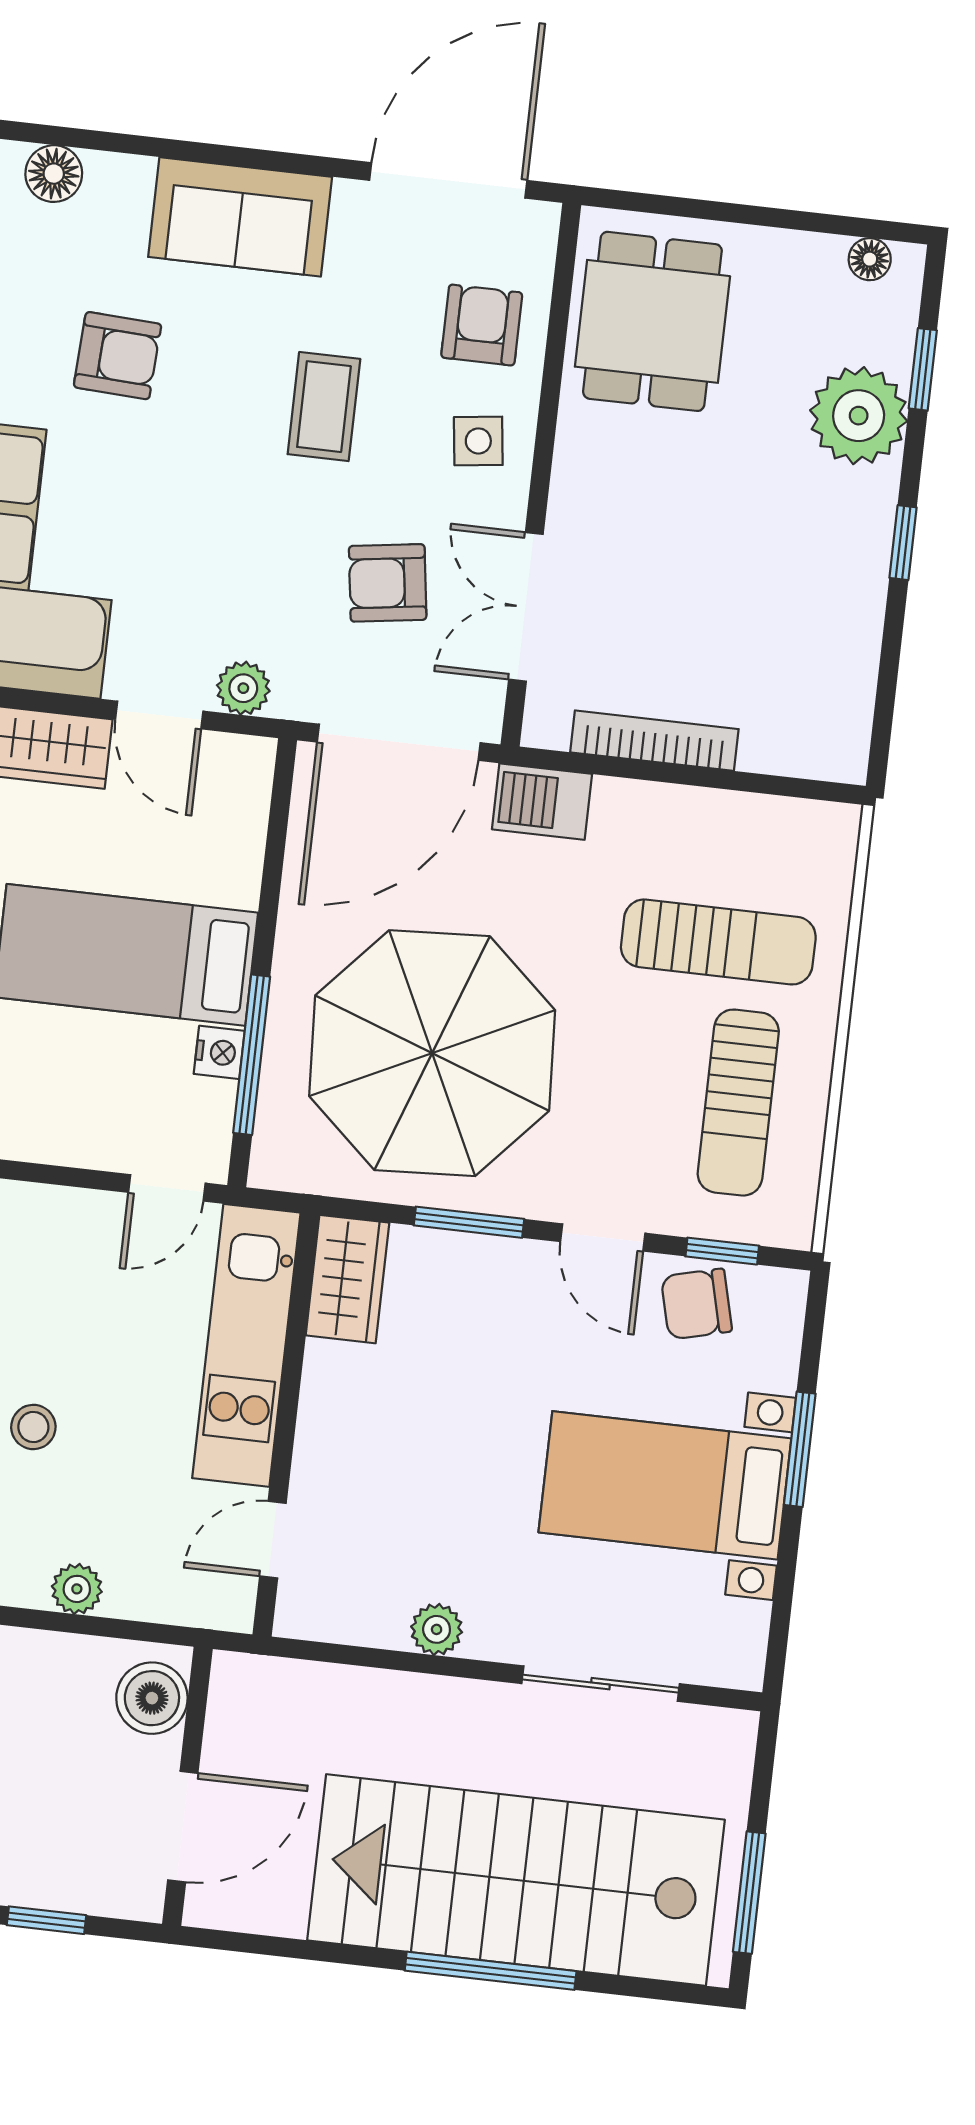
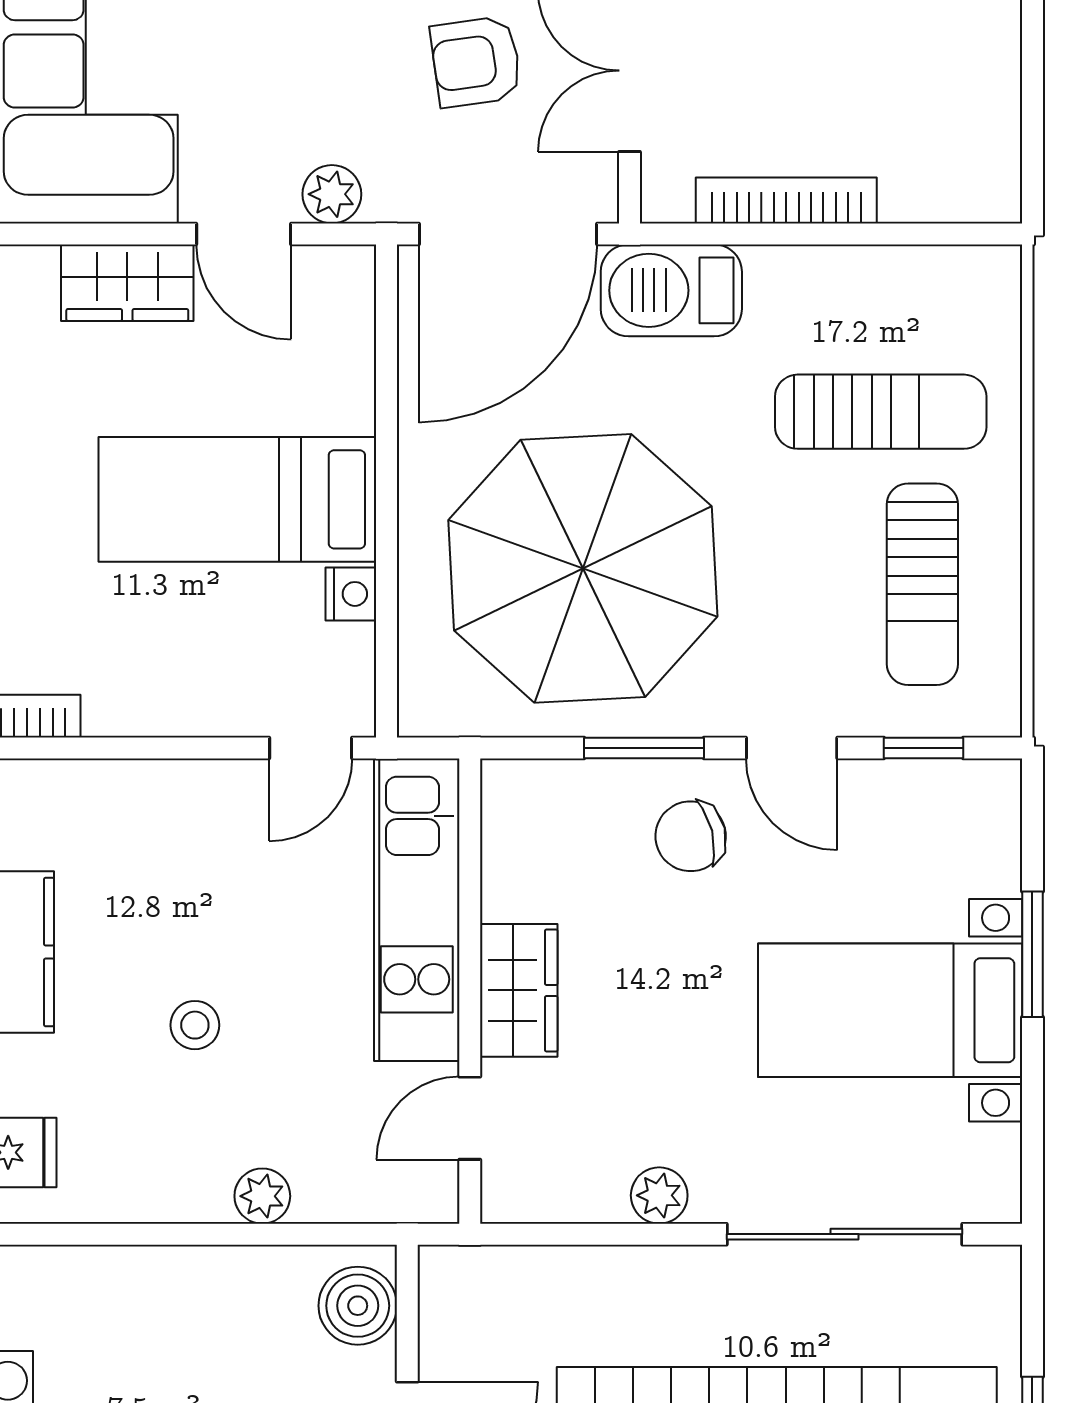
barbecue: (542, 802) -> (671, 290), width x1.38, depth x1.27
window: (252, 1055) -> (386, 592), removed
wardrobe: (348, 1279) -> (519, 990), moved
chair: (696, 1304) -> (691, 836), moved
sliding door: (601, 1684) -> (845, 1234), width x1.37

